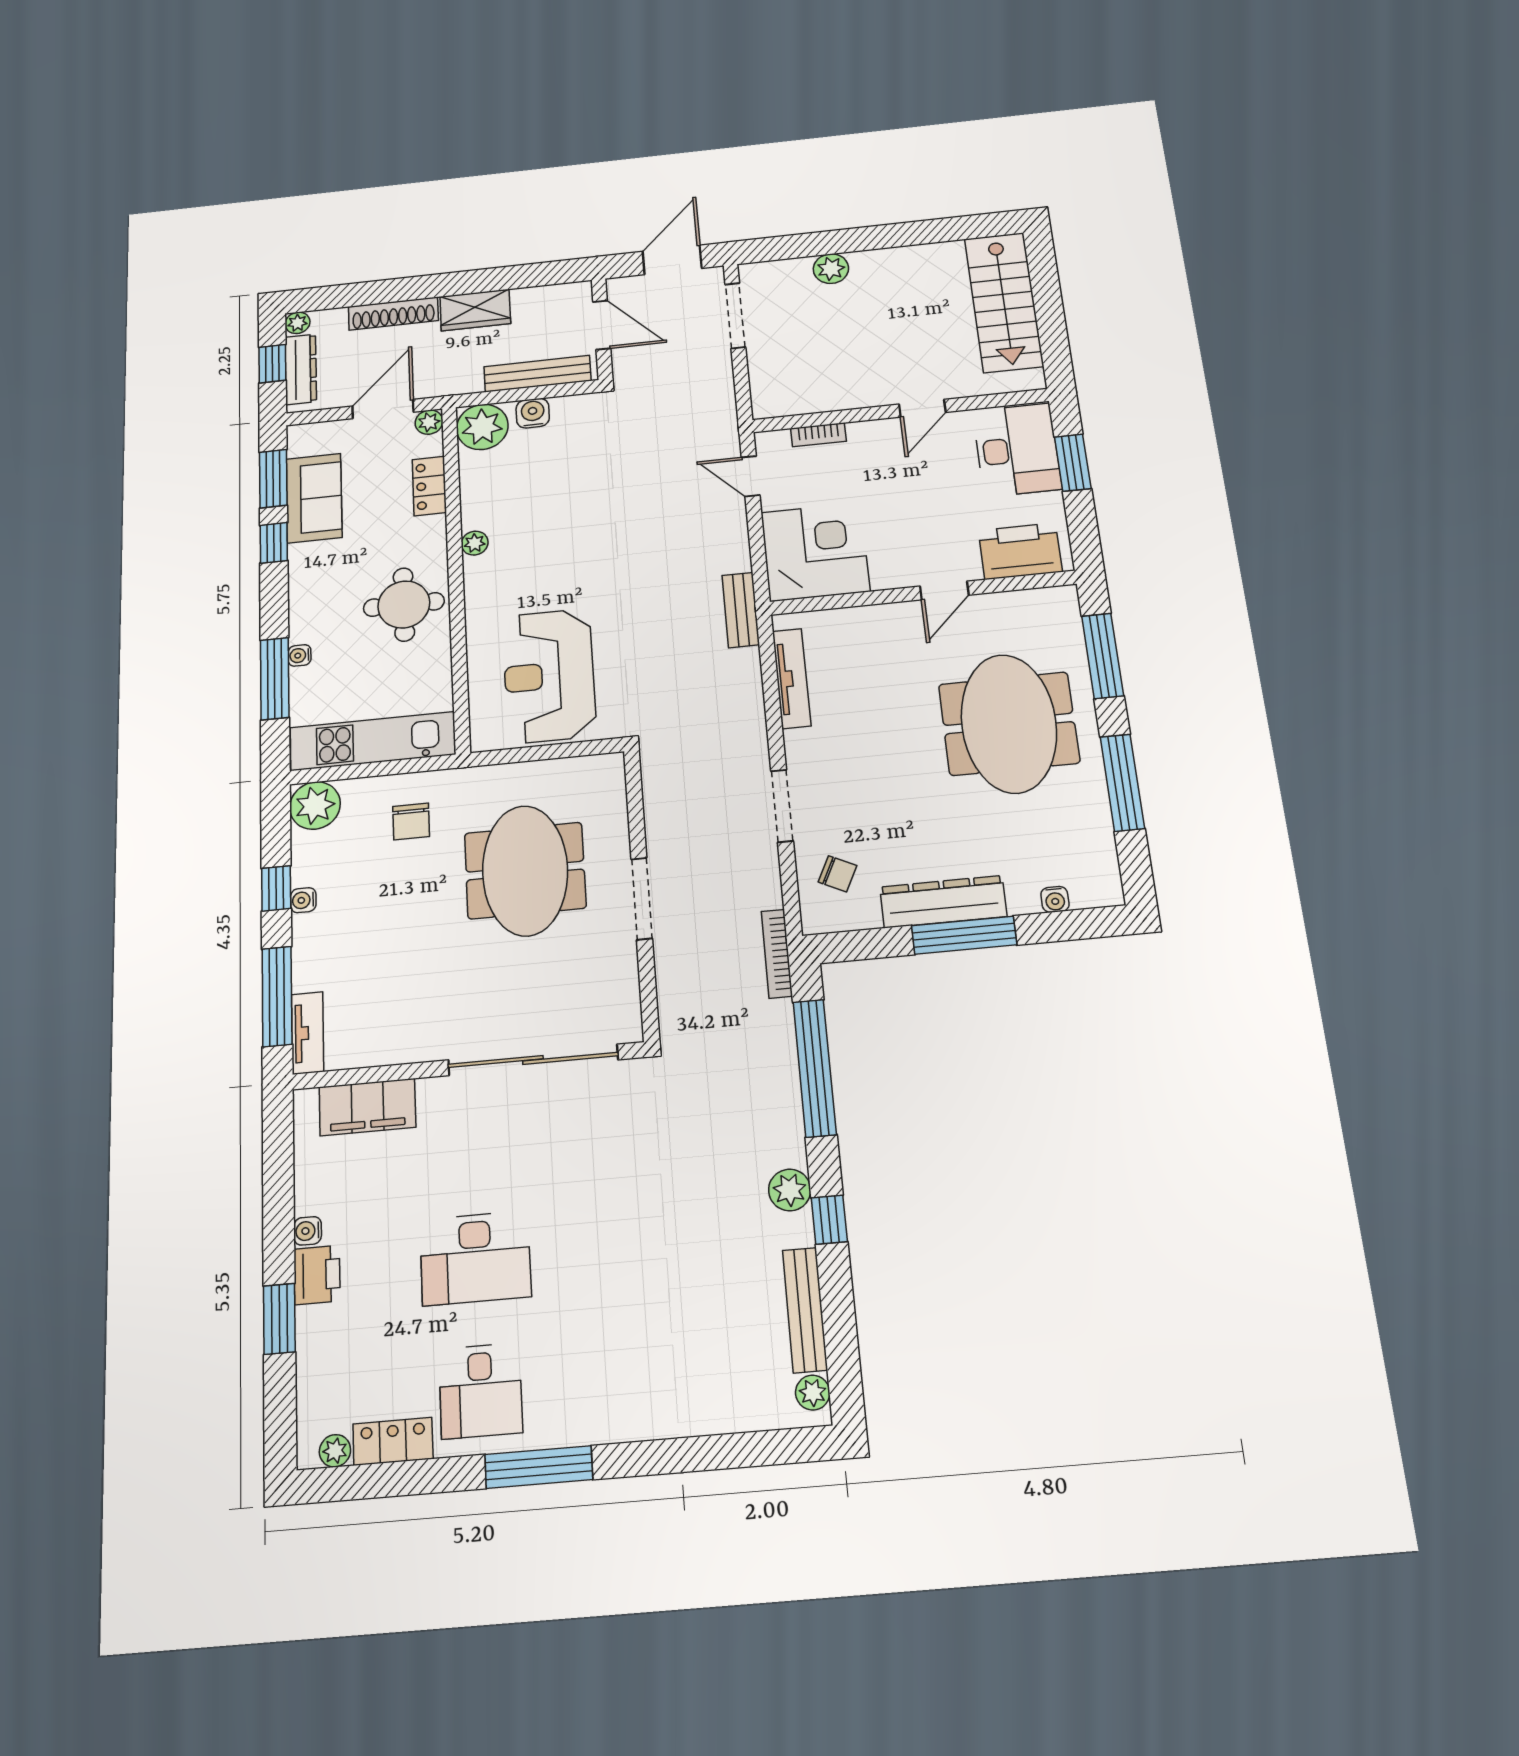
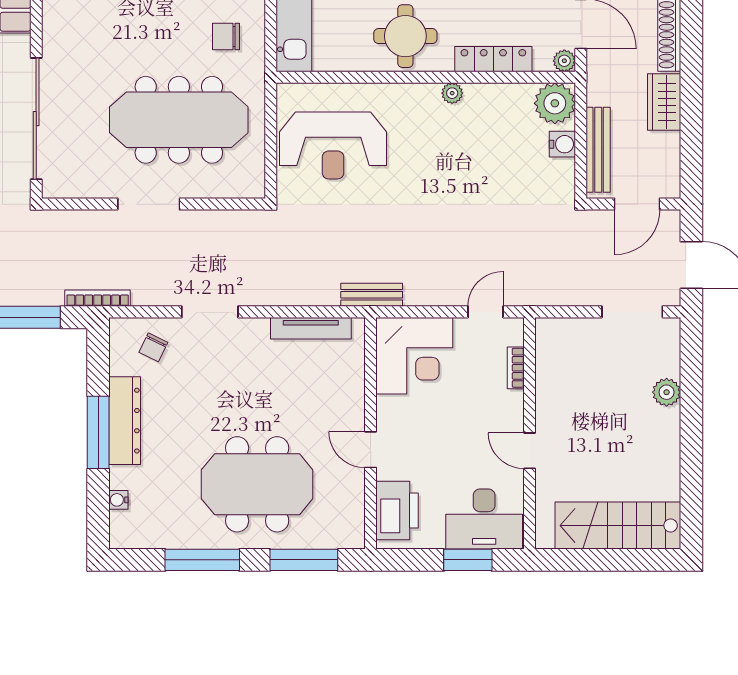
locker: (429, 486) -> (493, 59), width x1.53
reception desk: (549, 676) -> (333, 145), turned 180
meeting table: (525, 871) -> (179, 120), width x1.36

